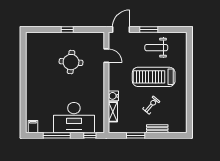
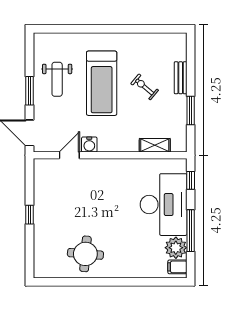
round table: (71, 62) -> (85, 254), moved
water cooler: (113, 96) -> (89, 145), moved
plant: (46, 126) -> (176, 248), added

